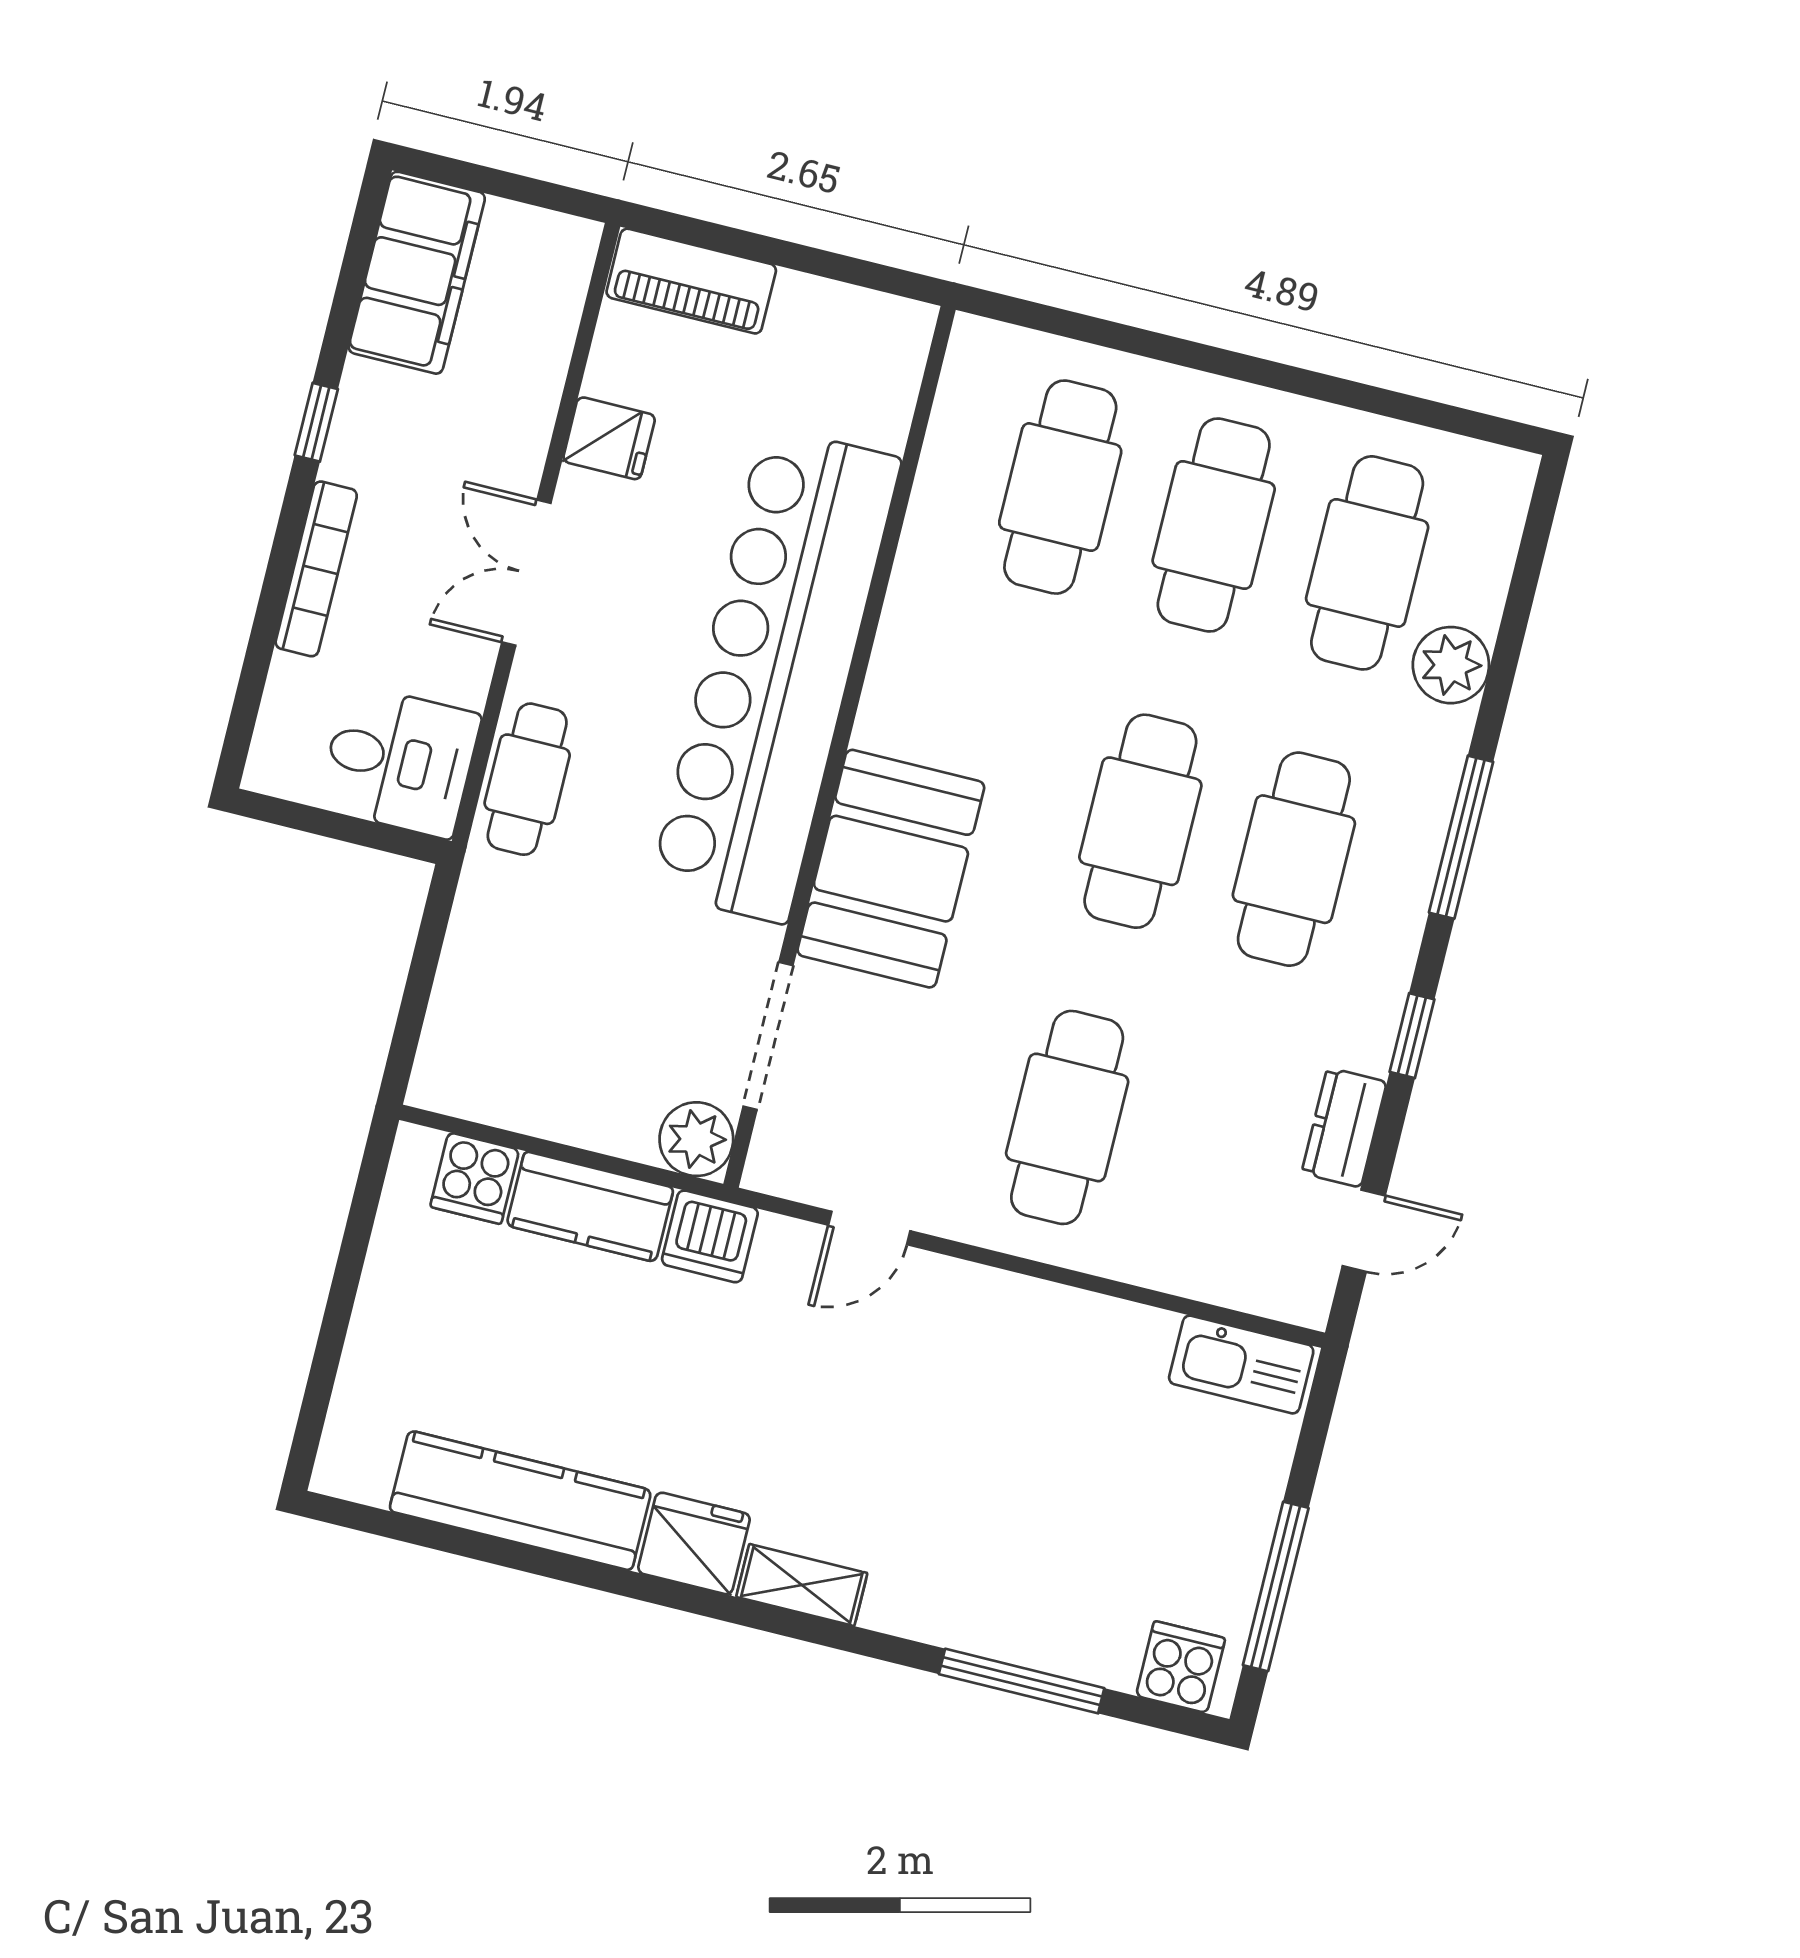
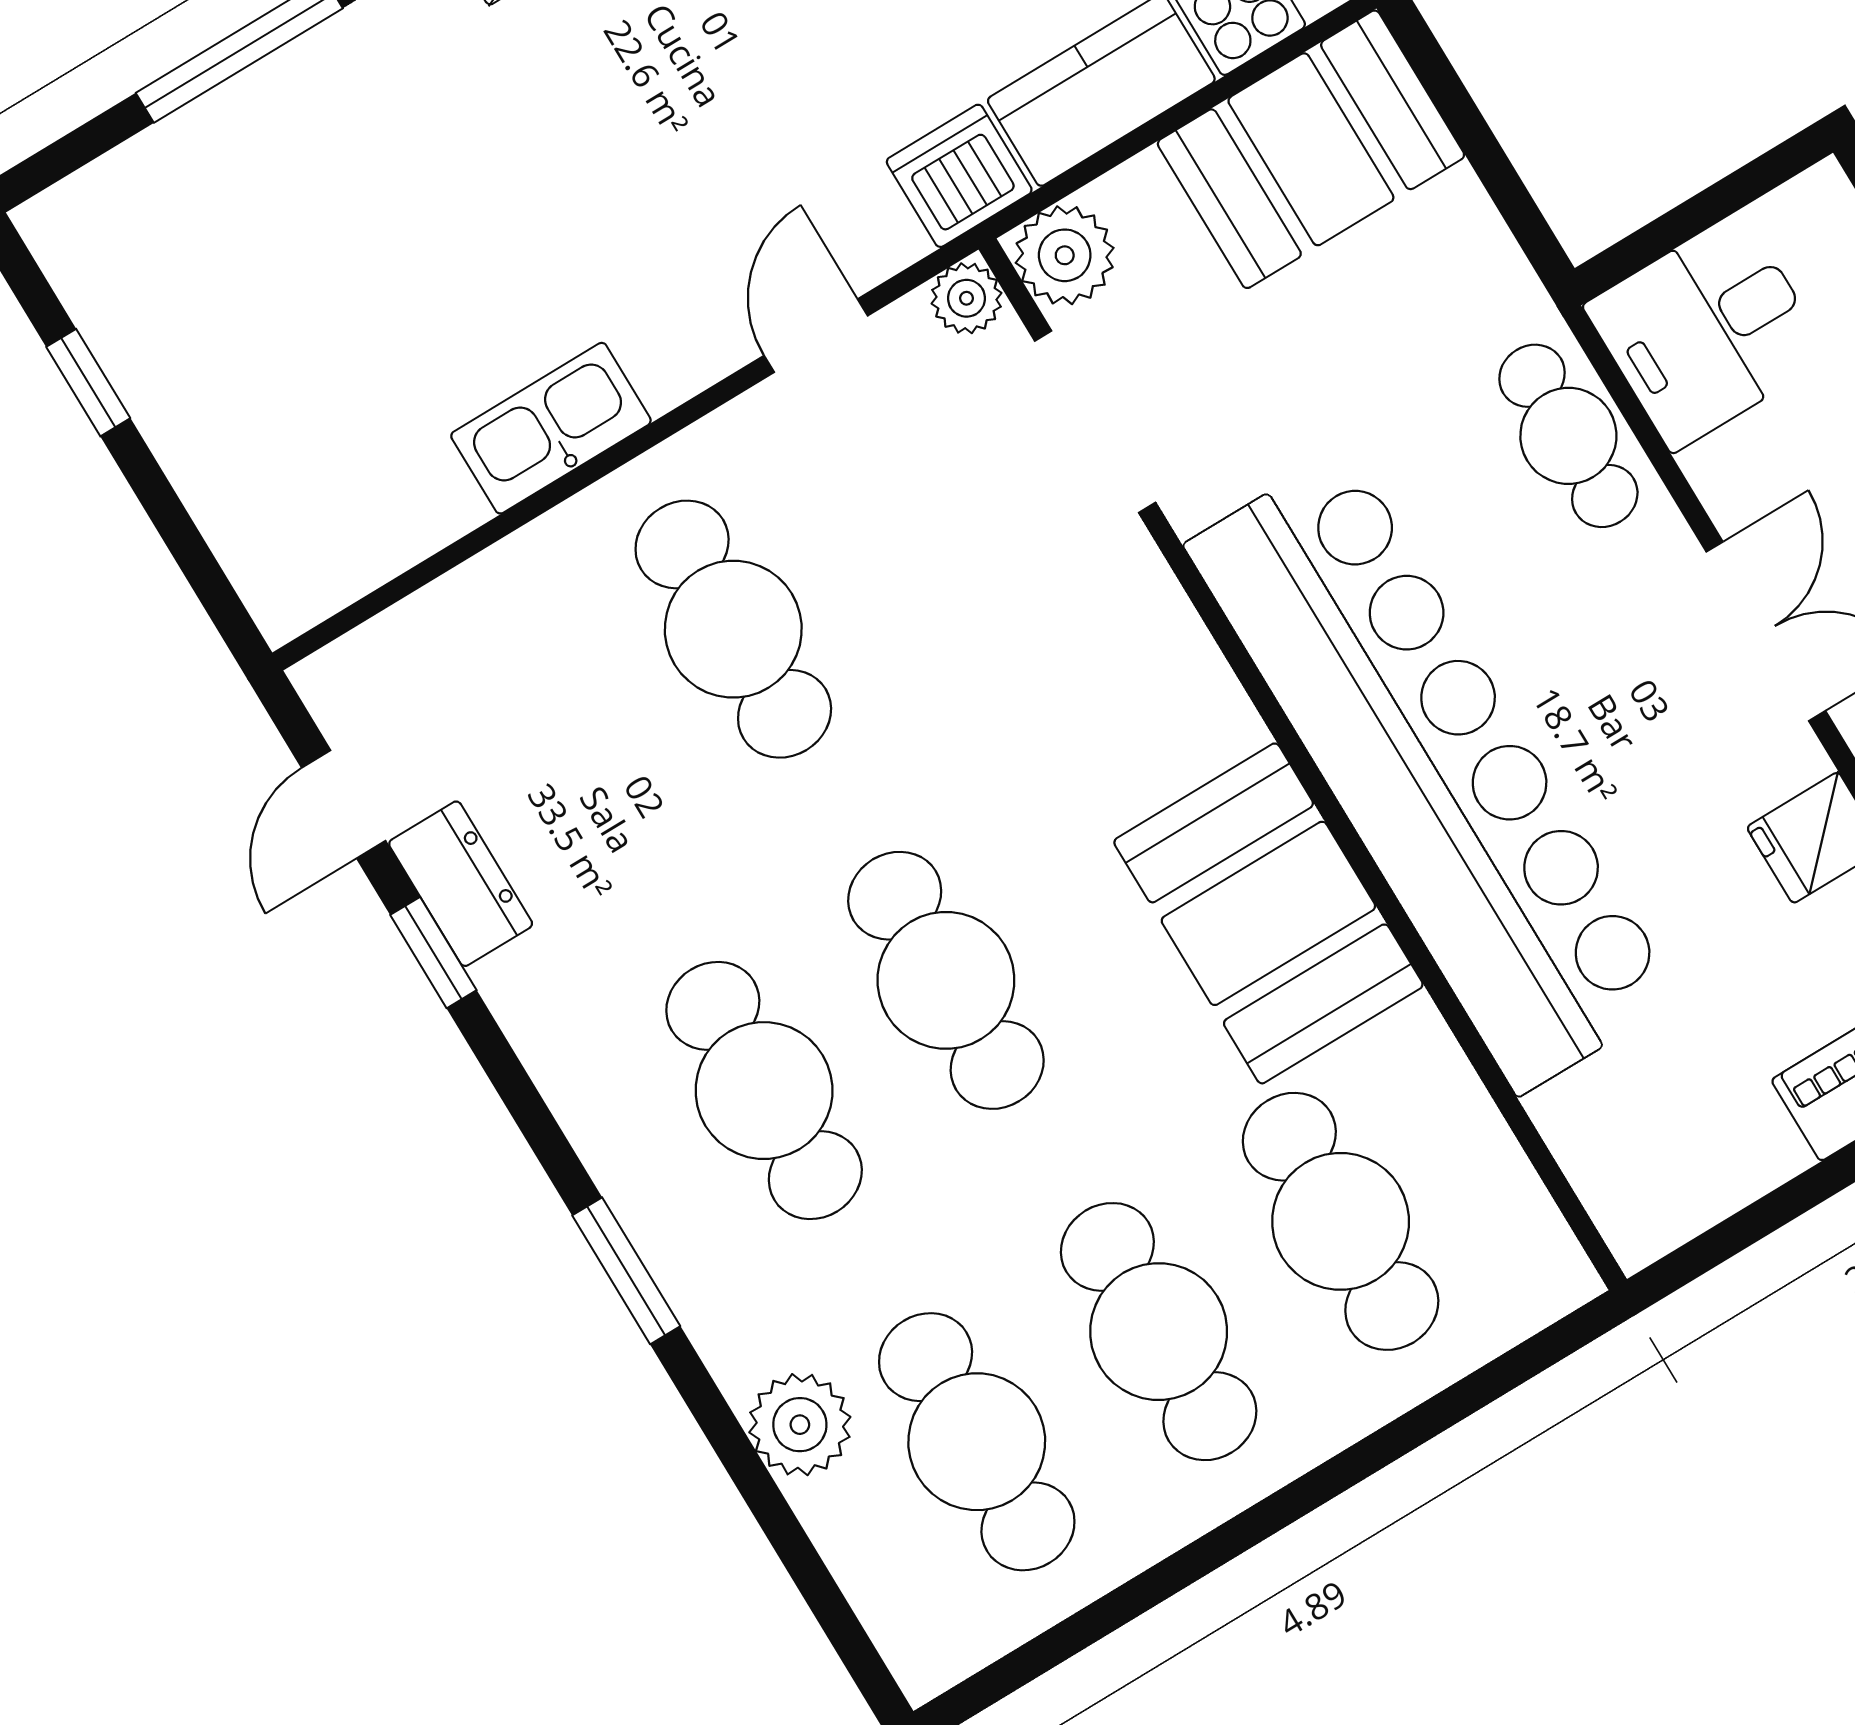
window: (1461, 837) -> (626, 1271), width x0.69
booth: (891, 869) -> (1268, 913), moved
window: (1412, 1036) -> (433, 953), moved
booth: (511, 1065) -> (1311, 149), added
plant: (770, 1168) -> (967, 298), added
kitchen sink: (1241, 1365) -> (551, 428), moved
window: (1276, 1586) -> (88, 383), width x0.46
cooker: (1181, 1667) -> (102, 215), removed

